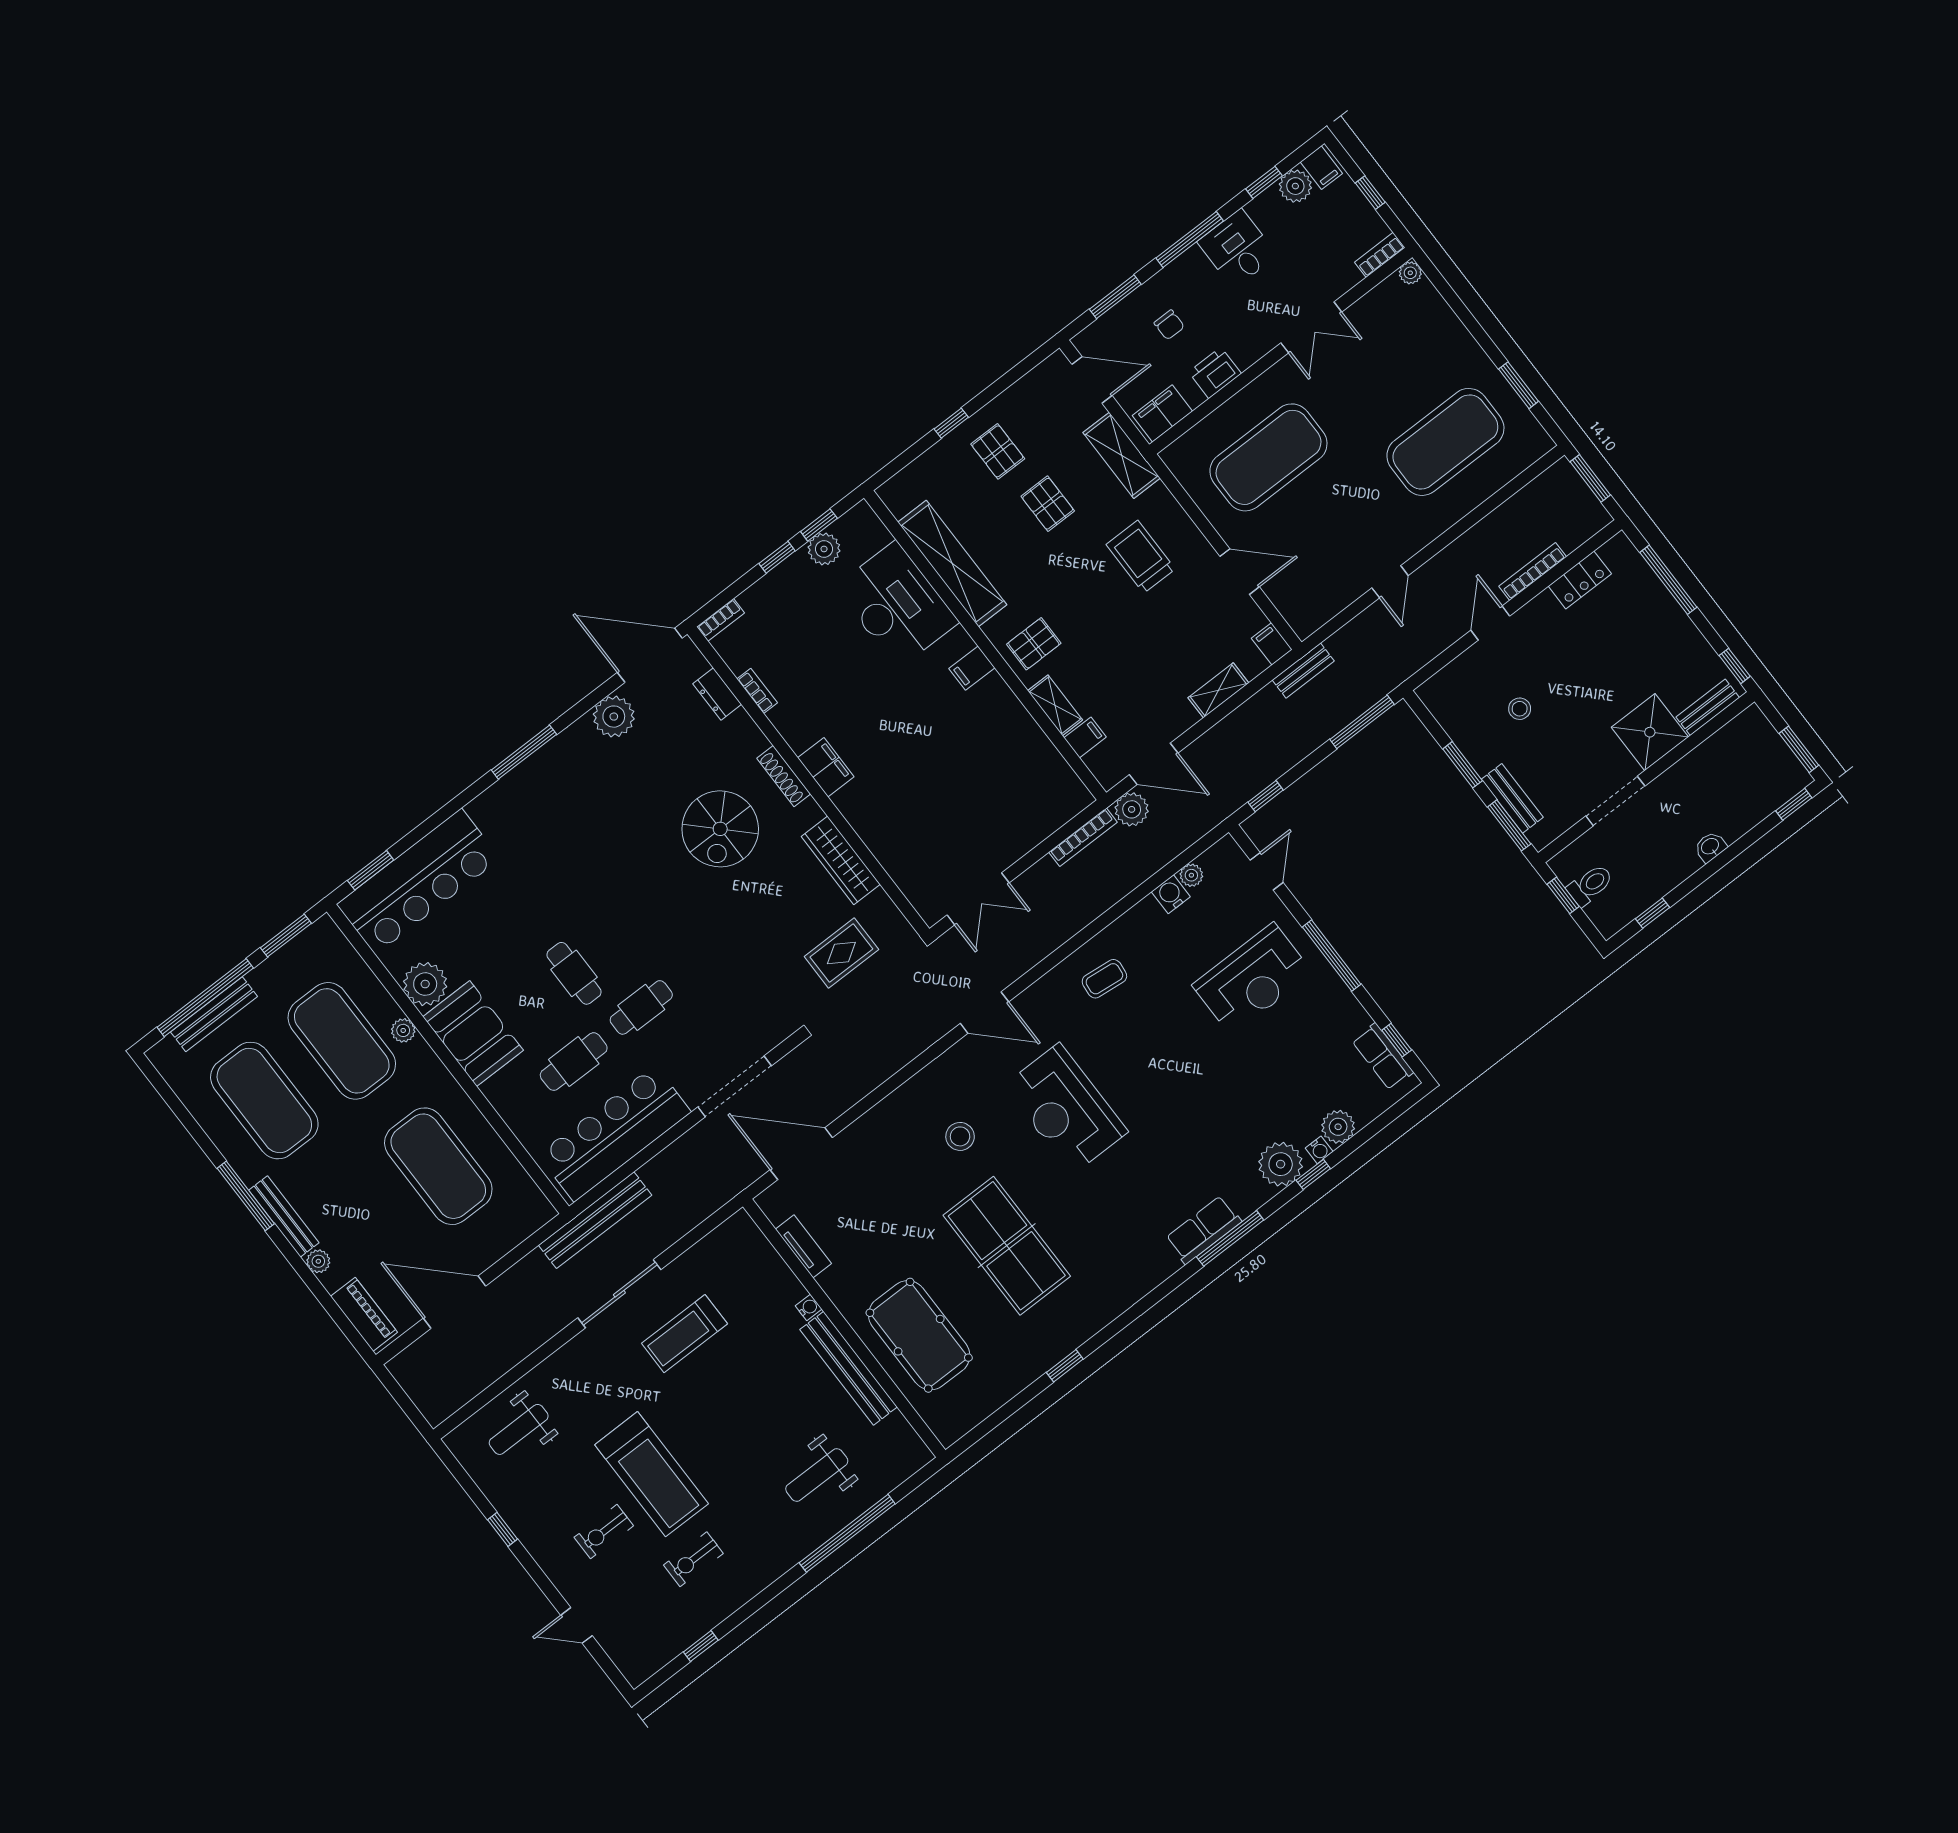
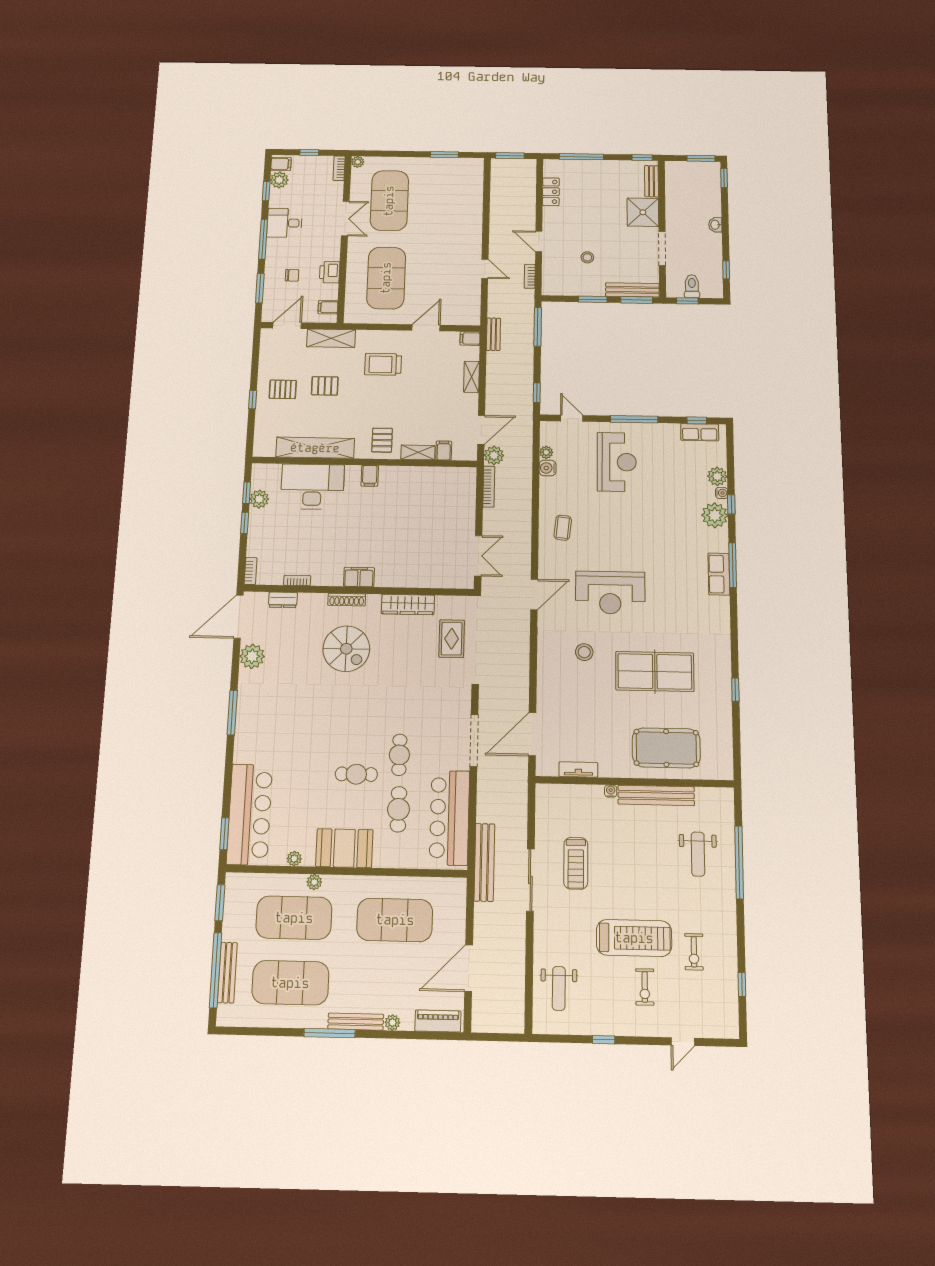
filing cabinet: (1162, 413) -> (328, 307), width x0.50
exercise mat: (1445, 442) -> (389, 201), moved
bookcase: (1533, 571) -> (530, 276), moved, width x0.64
bench: (1512, 798) -> (632, 290), width x1.36
plant: (425, 984) -> (294, 859), width x0.53, depth x0.53

